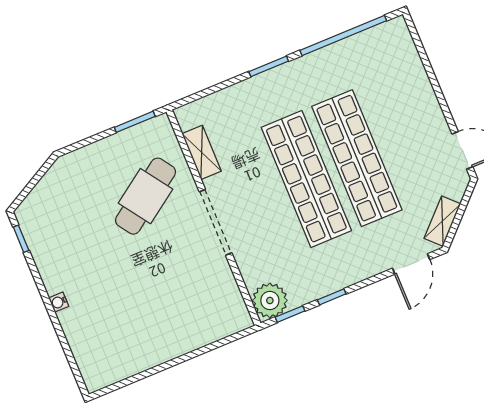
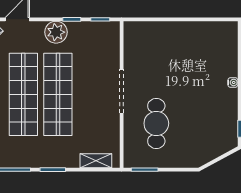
shelving: (202, 152) -> (96, 161), moved, turned 90
cafe table: (145, 196) -> (156, 123), turned -55
plant: (270, 300) -> (56, 32), moved

